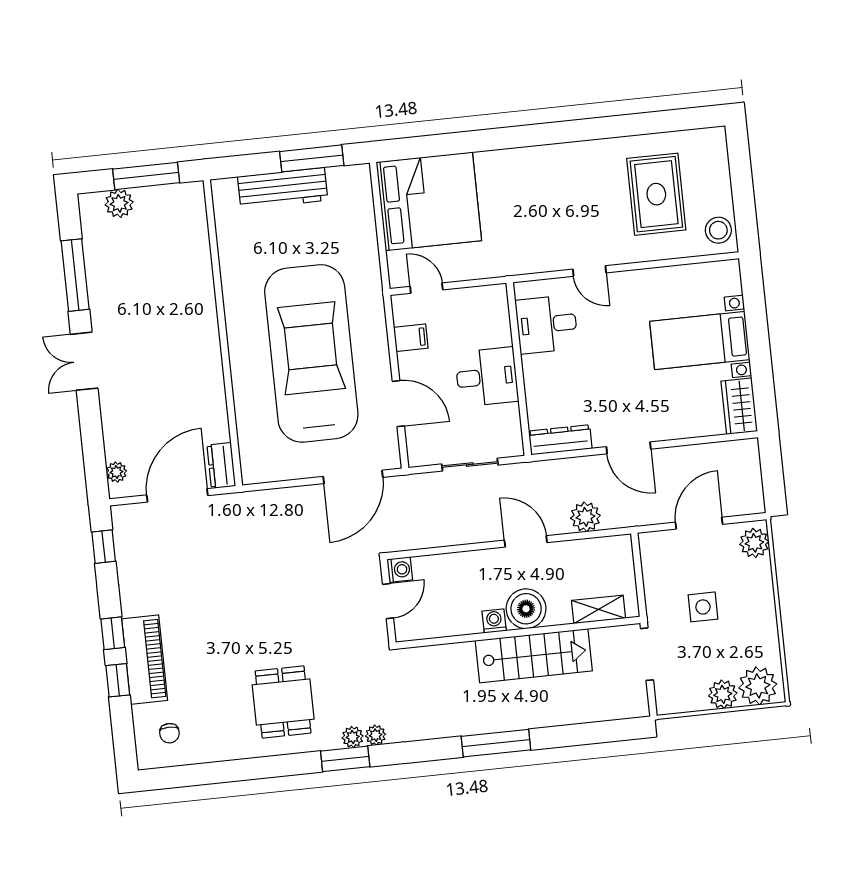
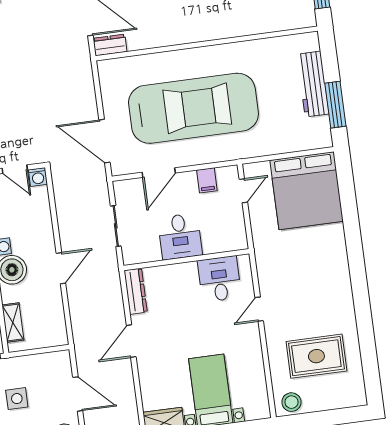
plant: (585, 517) -> (80, 311), removed

